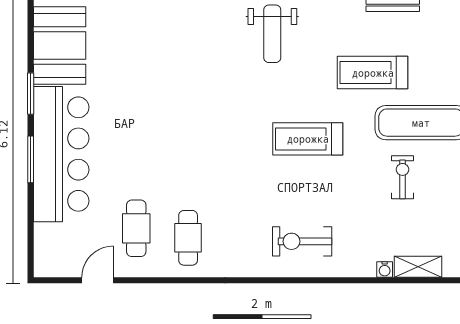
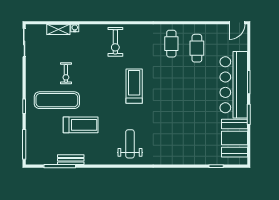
treadmill: (308, 139) -> (134, 86), moved, turned -90
exercise bike: (302, 241) -> (115, 42), turned 90
door: (98, 280) -> (237, 23), moved

